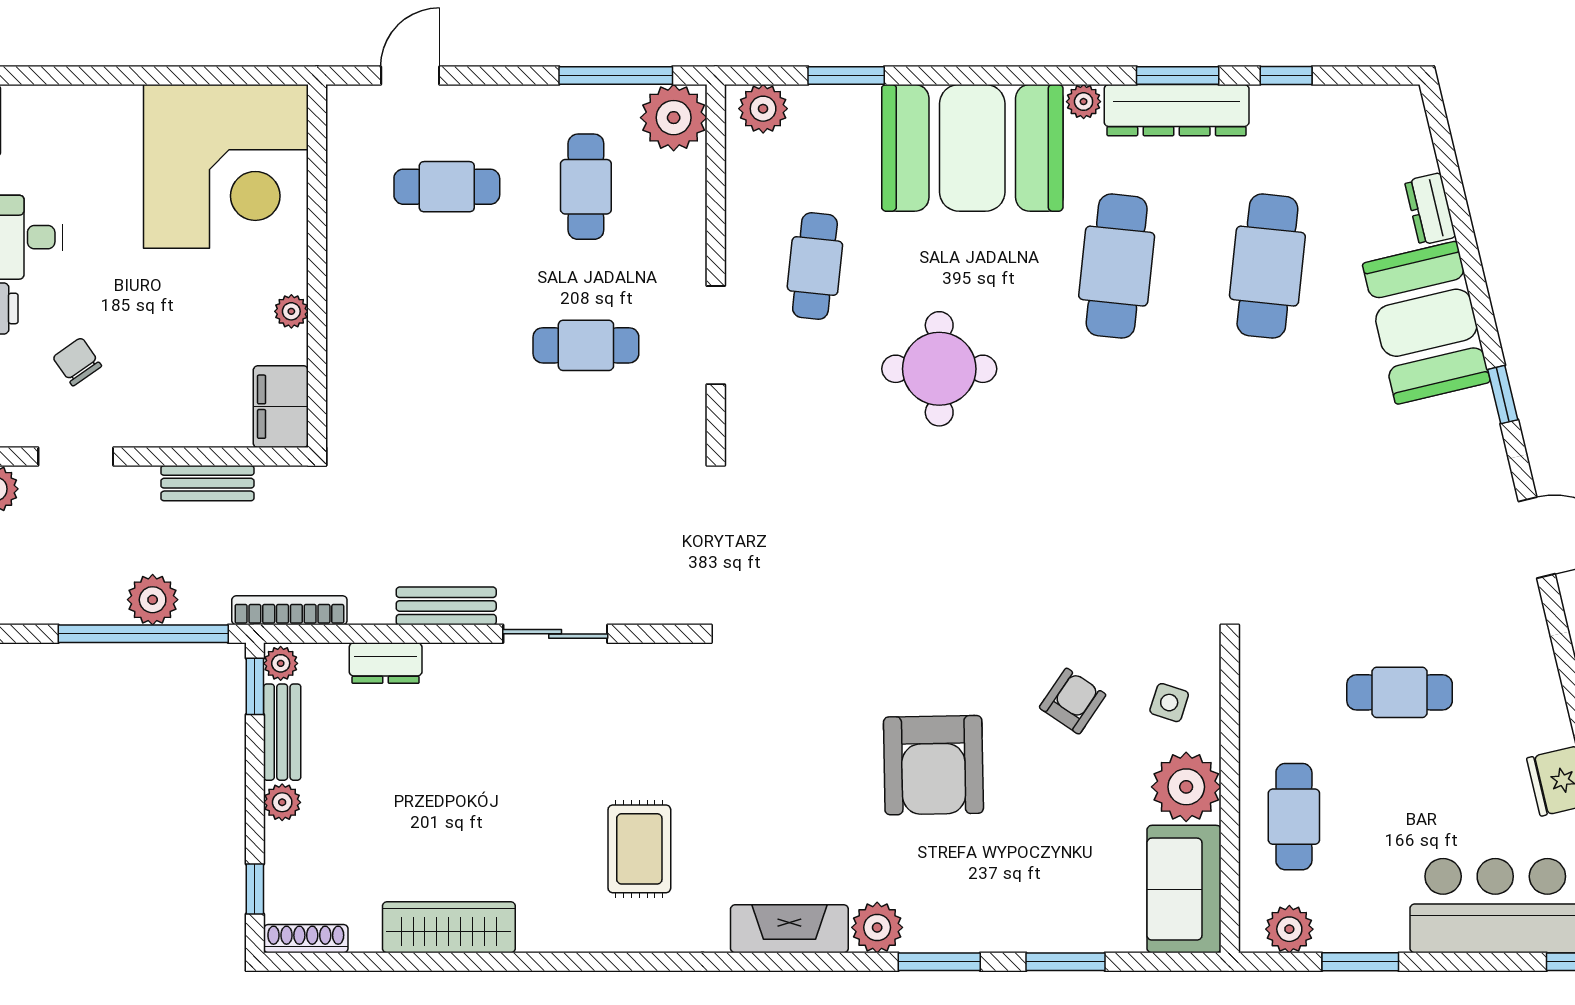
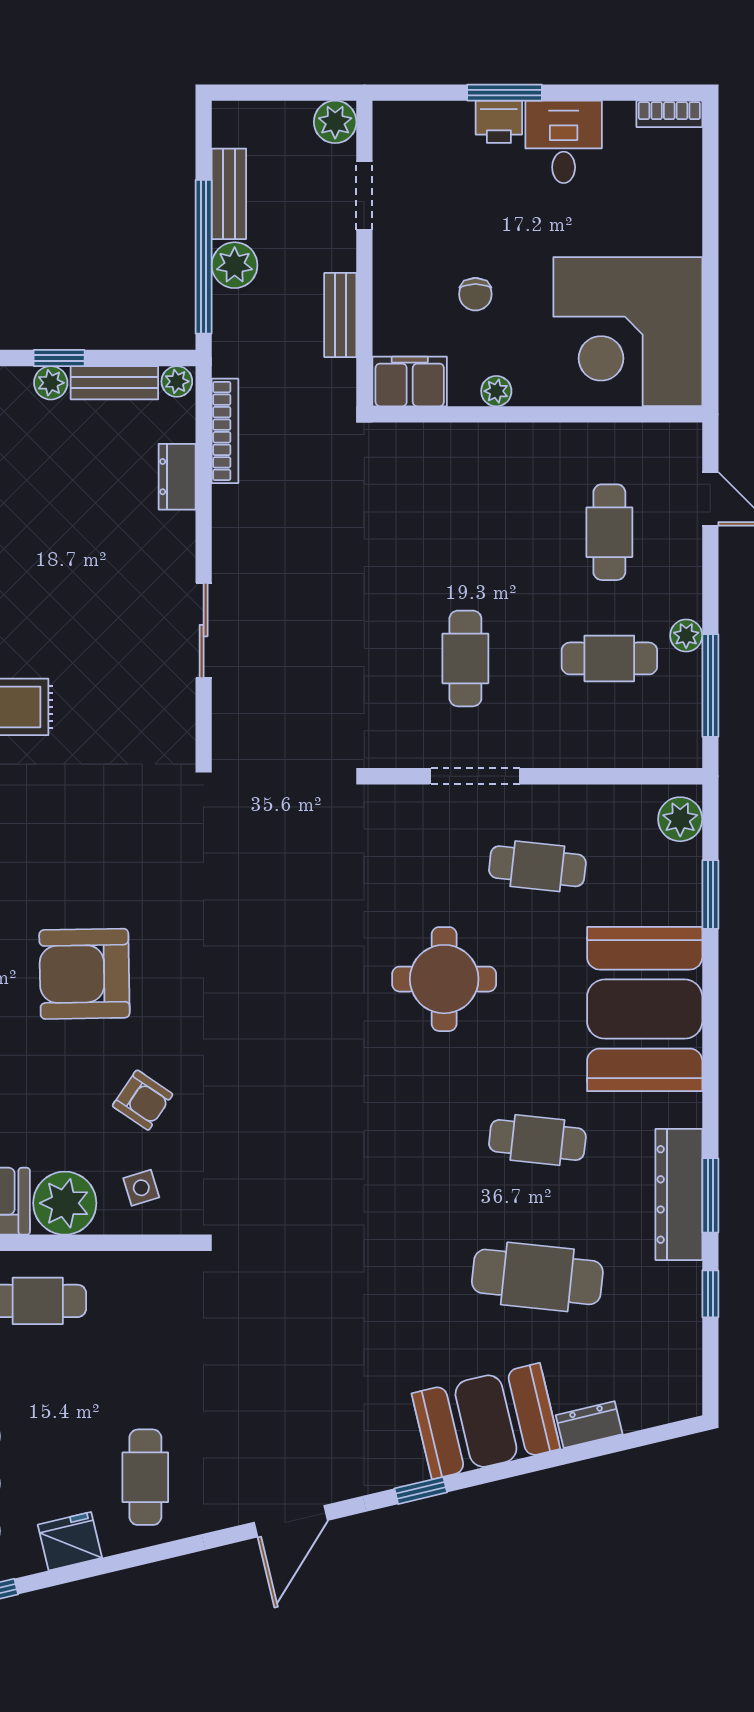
plant: (1084, 102) -> (687, 1110), removed
plant: (674, 118) -> (686, 636), moved, width x0.53, depth x0.53
cafe table: (1117, 266) -> (537, 1140), width x0.73, depth x0.74
chair: (77, 362) -> (475, 294), moved, turned 125
bench: (446, 606) -> (229, 194), moved
bookcase: (289, 610) -> (225, 431), moved
window: (255, 686) -> (59, 358), moved
cafe table: (1400, 692) -> (145, 1477), moved
side table: (1169, 703) -> (141, 1188), turned -35

